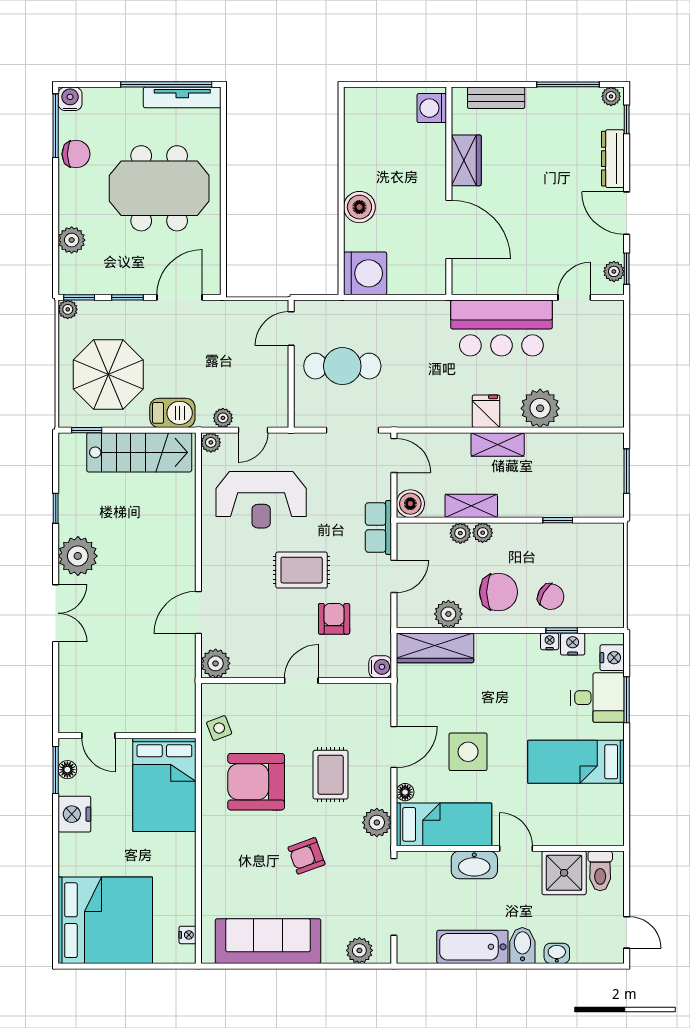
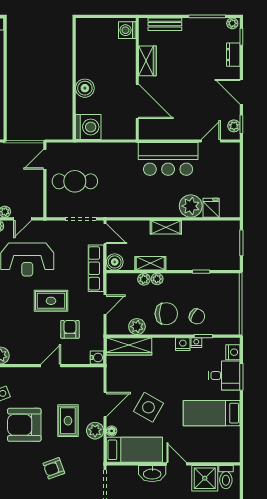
dresser: (613, 159) -> (233, 55), width x0.70
fridge: (486, 411) -> (211, 208), moved
row of seats: (378, 527) -> (96, 268), width x1.48
nightstand: (573, 644) -> (183, 344), moved
side table: (468, 752) -> (148, 407), turned 30
plant: (377, 823) -> (95, 431), moved

